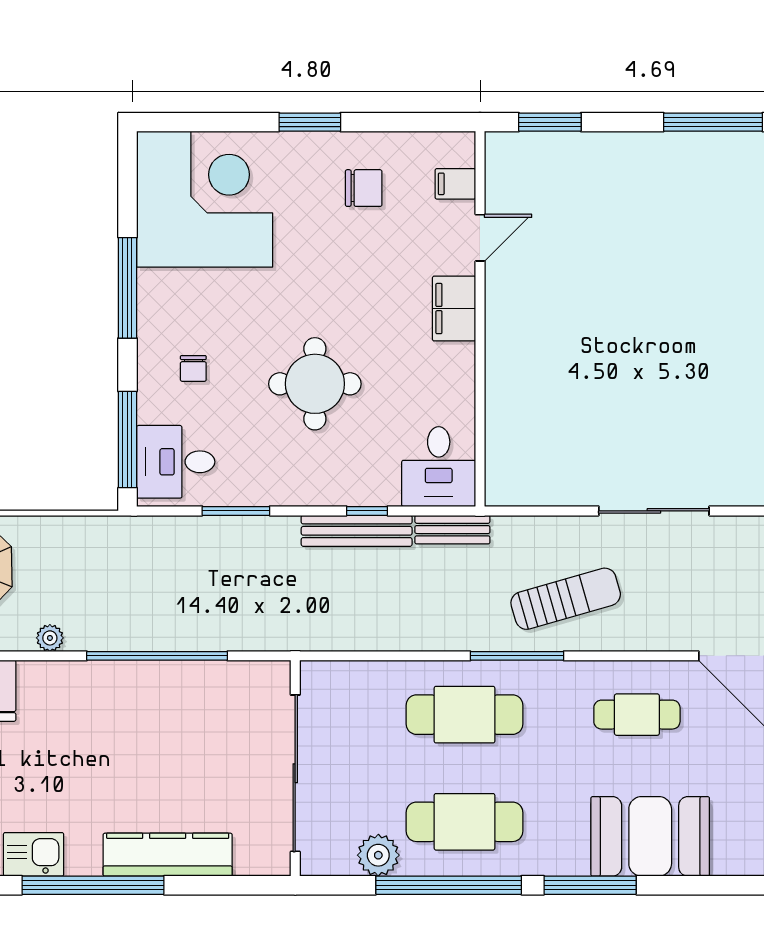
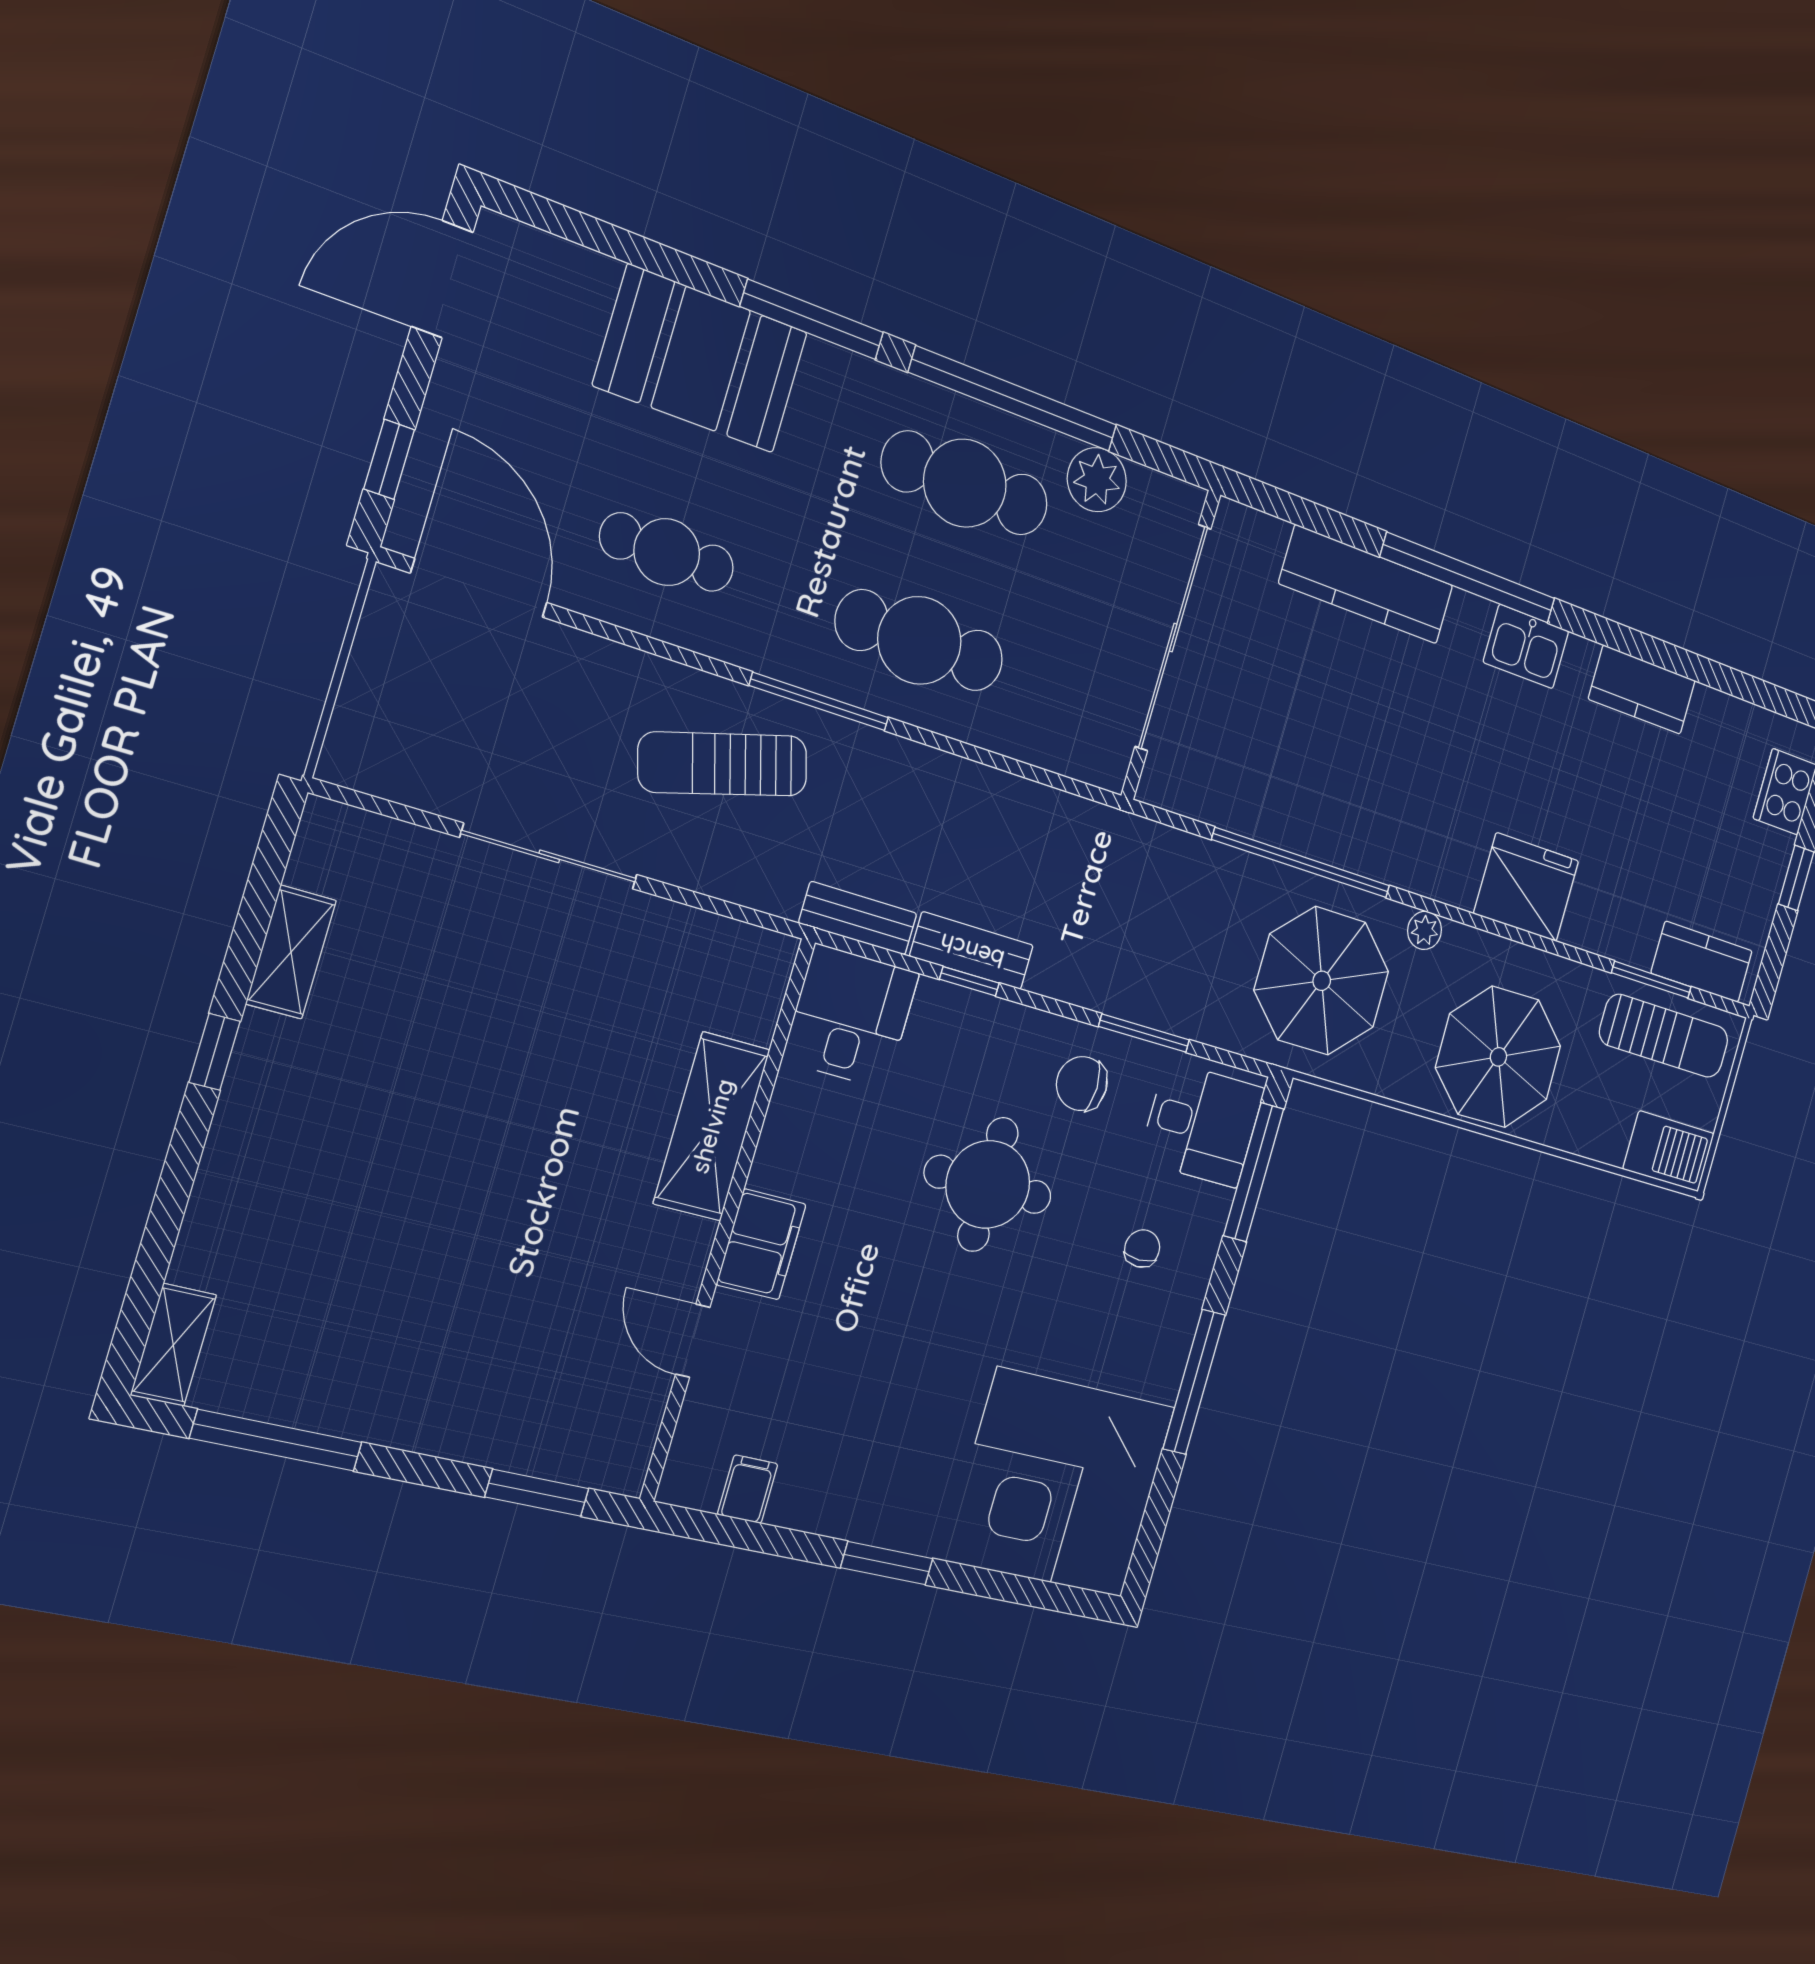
filing cabinet: (455, 184) -> (748, 1489), moved, turned -90
chair: (364, 188) -> (1082, 1084), moved
door: (480, 238) -> (693, 1341), hinge flipped
shelving: (507, 374) -> (712, 1126), added
bench: (357, 531) -> (972, 951), width x0.73
parasol: (117, 582) -> (1322, 981), added

